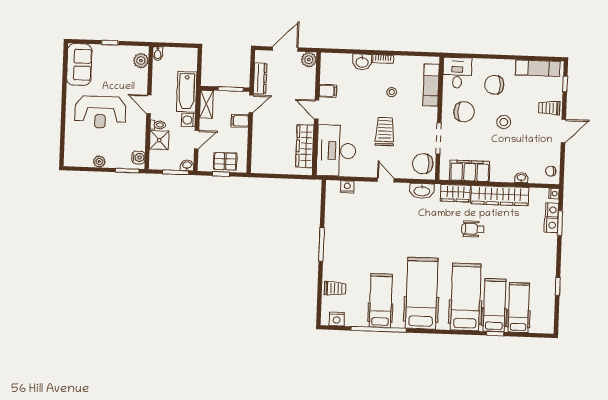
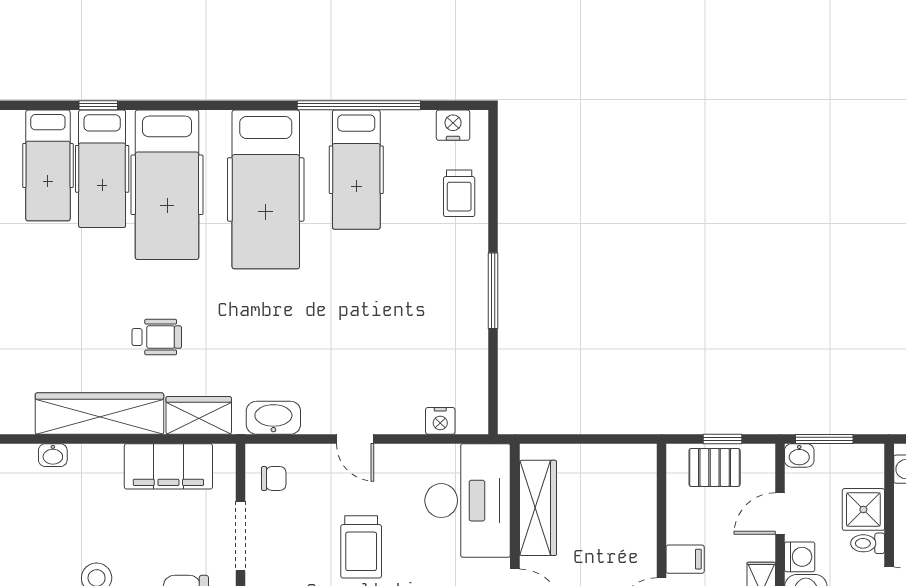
chair: (423, 164) -> (274, 478), width x0.54, depth x0.54
trolley: (335, 288) -> (459, 193), turned -90

